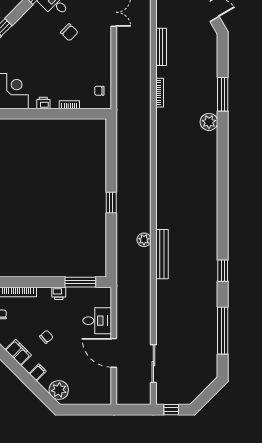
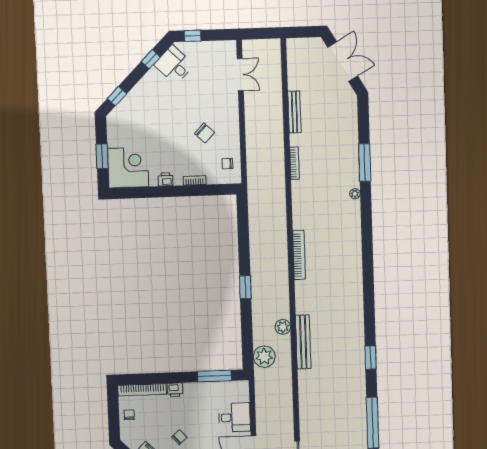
chair: (69, 32) -> (205, 133), moved
plant: (209, 122) -> (355, 194), width x0.53, depth x0.53
bookcase: (161, 175) -> (299, 255), added
plant: (126, 266) -> (264, 357), added
printer: (59, 293) -> (175, 390), moved

